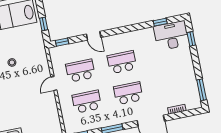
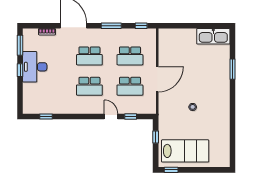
desk: (171, 36) -> (35, 67), moved, turned 90
window: (191, 39) -> (20, 70), moved
window: (62, 42) -> (131, 116), moved
door: (54, 83) -> (157, 79), width x1.88

